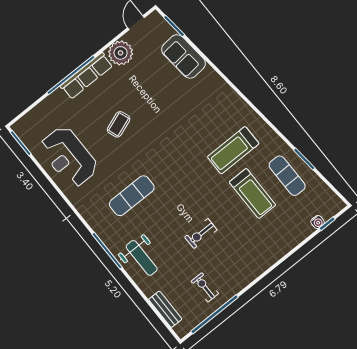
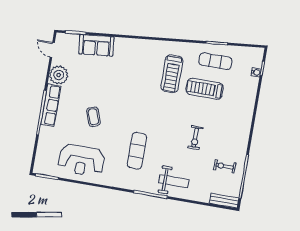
treadmill: (252, 193) -> (205, 89), turned 180
bench: (165, 309) -> (224, 201), moved

